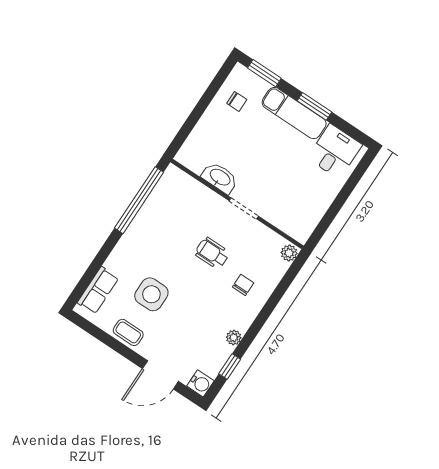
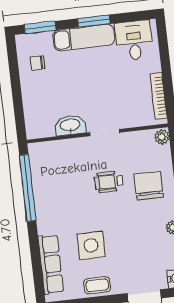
chair: (237, 101) -> (37, 63), turned 180
bookcase: (316, 216) -> (159, 96), added
chair: (243, 285) -> (149, 186), width x1.87, depth x1.87
row of seats: (98, 290) -> (51, 264), width x1.48

